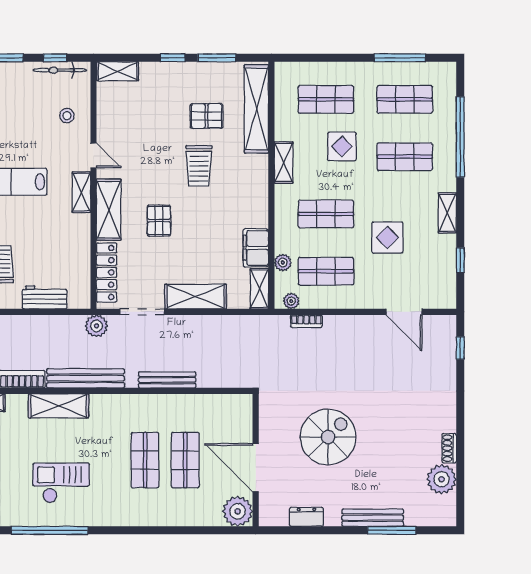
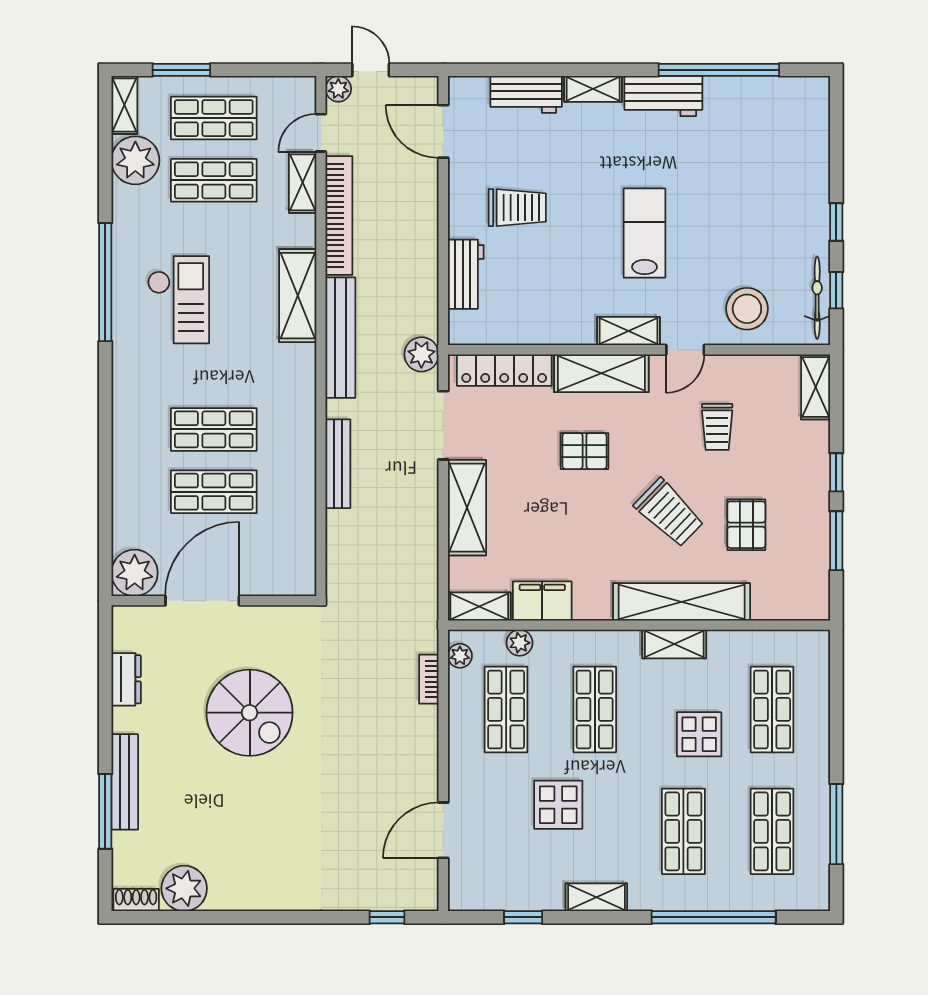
shelving: (256, 109) -> (682, 602), moved
stool: (67, 116) -> (747, 309), width x1.89, depth x1.89
trolley: (143, 135) -> (717, 427), added
trolley: (199, 166) -> (669, 513), turned -136
shoe rack: (449, 448) -> (136, 900), moved

